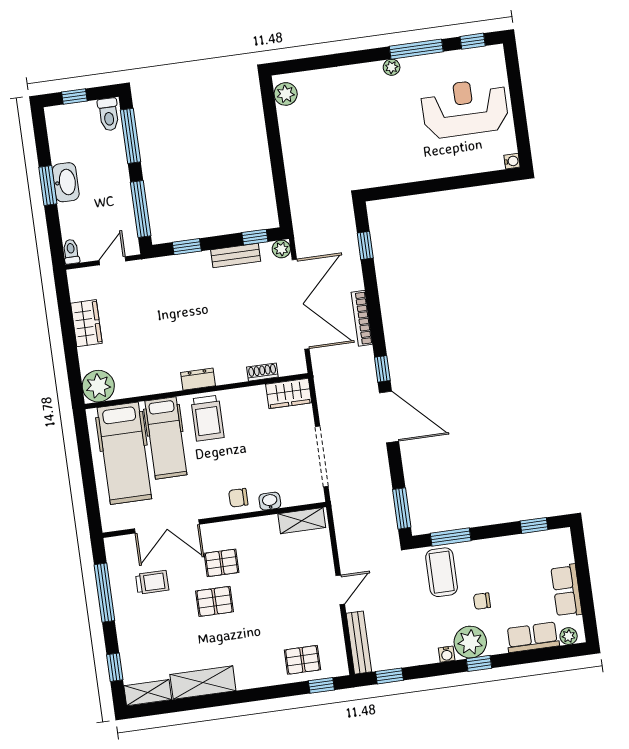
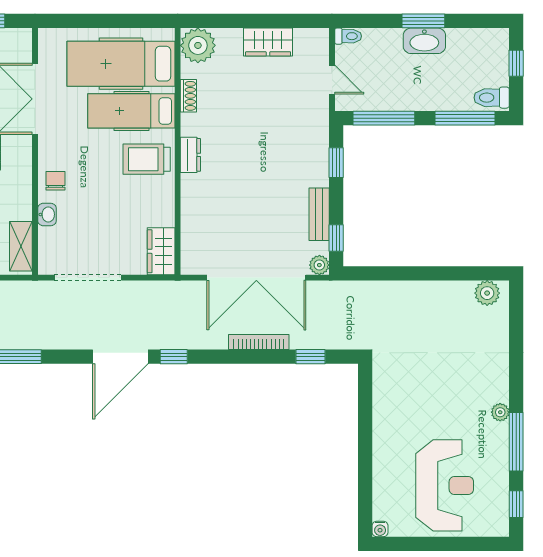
bookcase: (362, 318) -> (259, 342), moved
shoe rack: (262, 372) -> (188, 96), moved

